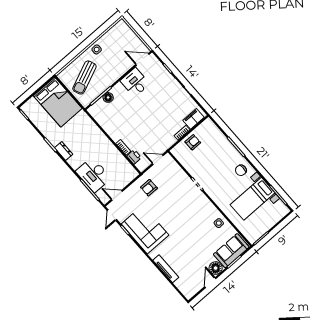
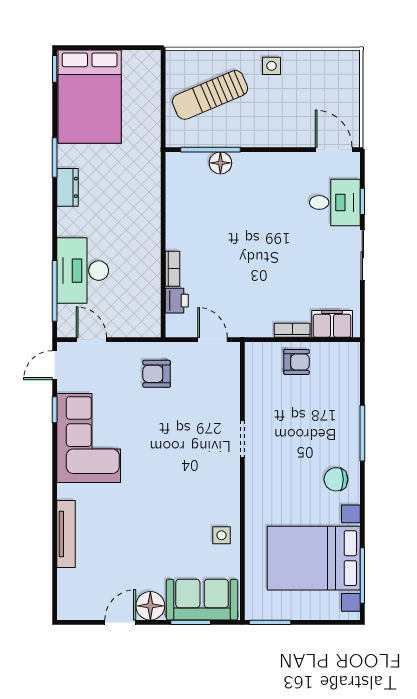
desk: (135, 82) -> (335, 202), moved, turned 90
bed: (58, 102) -> (90, 97), moved
bed with nightstands: (253, 199) -> (314, 558), width x1.36

